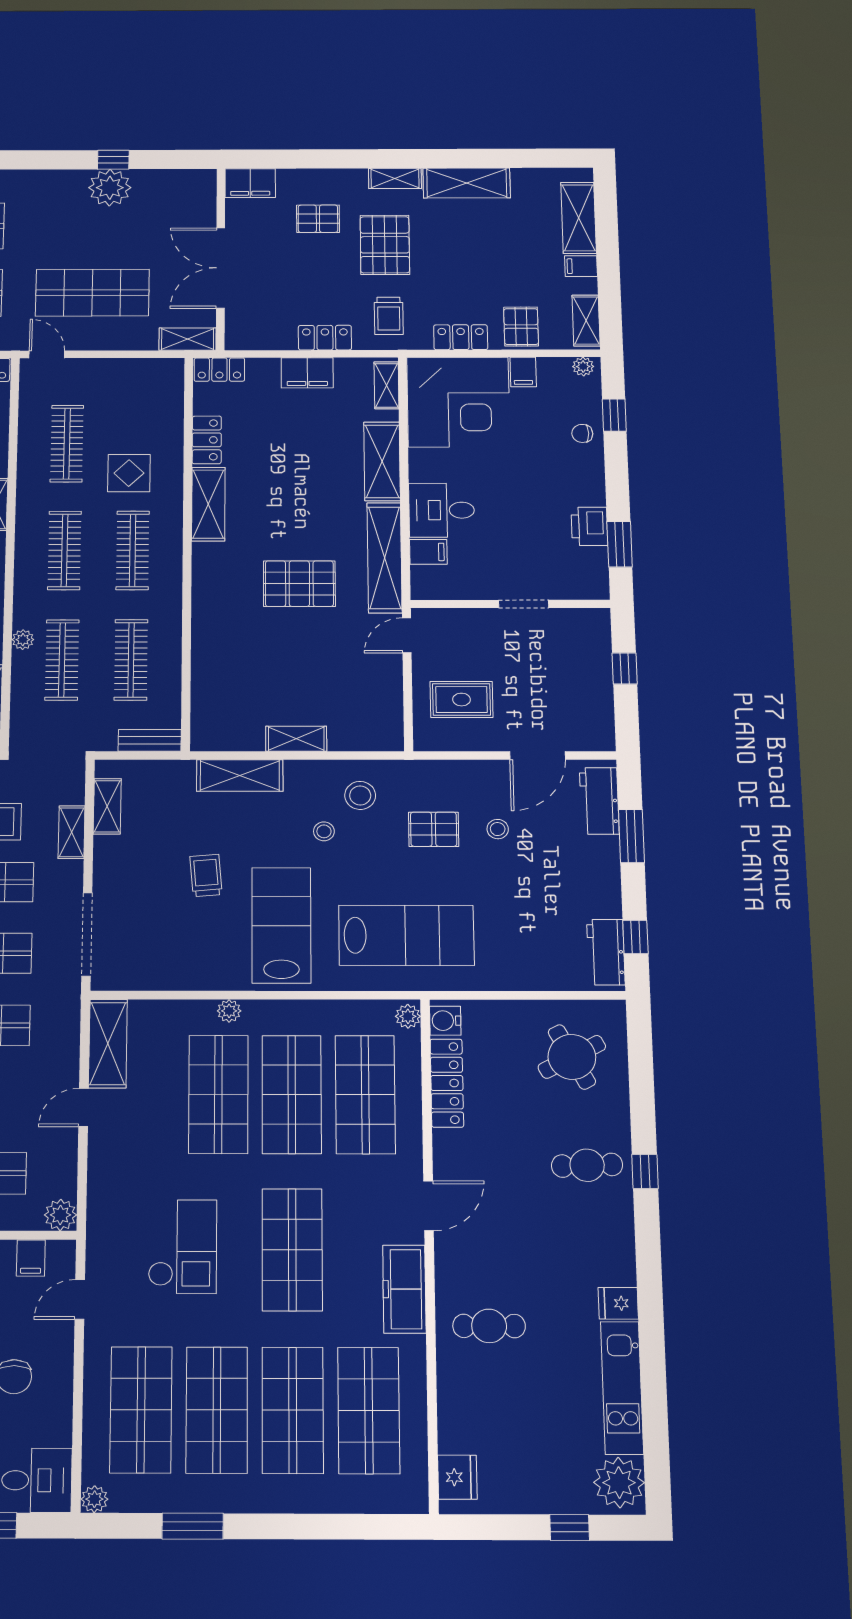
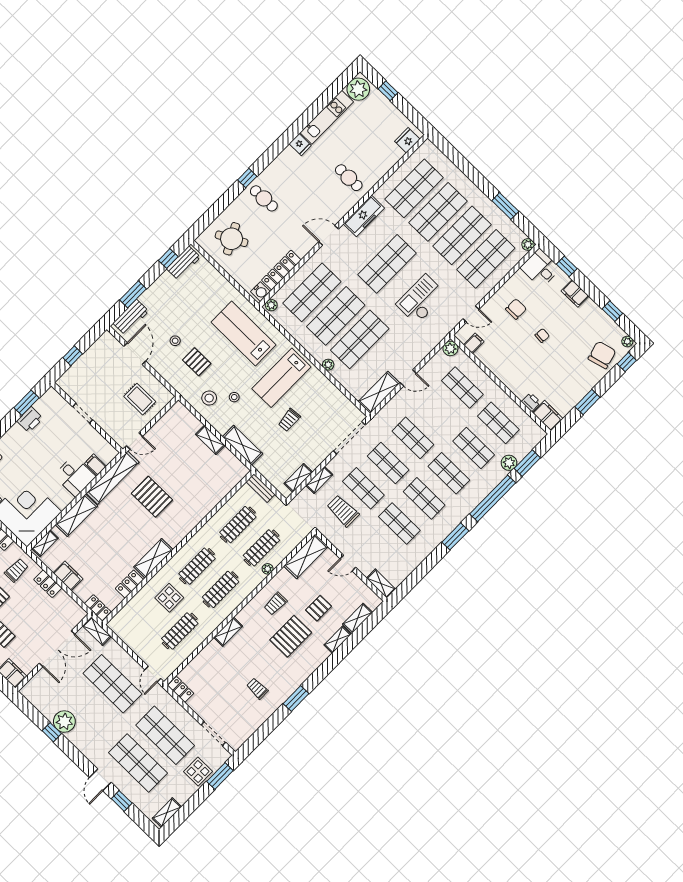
door: (537, 755) -> (135, 354), hinge flipped

